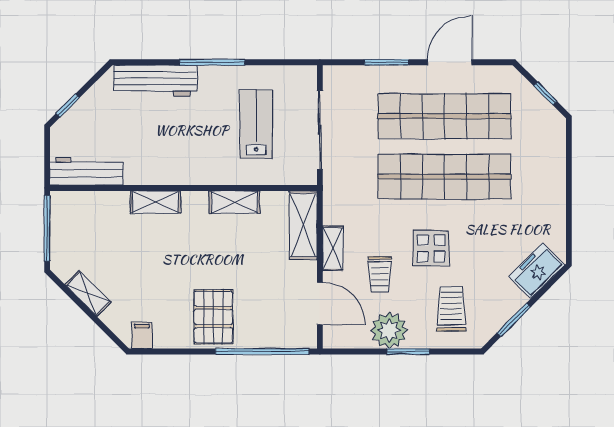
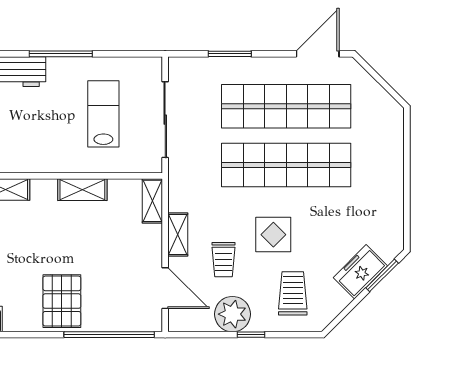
door: (450, 62) -> (318, 54), moved
window: (545, 94) -> (384, 84), removed
shelving: (303, 225) -> (152, 201), width x0.67, depth x0.75
freezer: (537, 271) -> (360, 272), moved
window: (514, 320) -> (382, 275), moved
window: (408, 352) -> (251, 335), width x0.67

